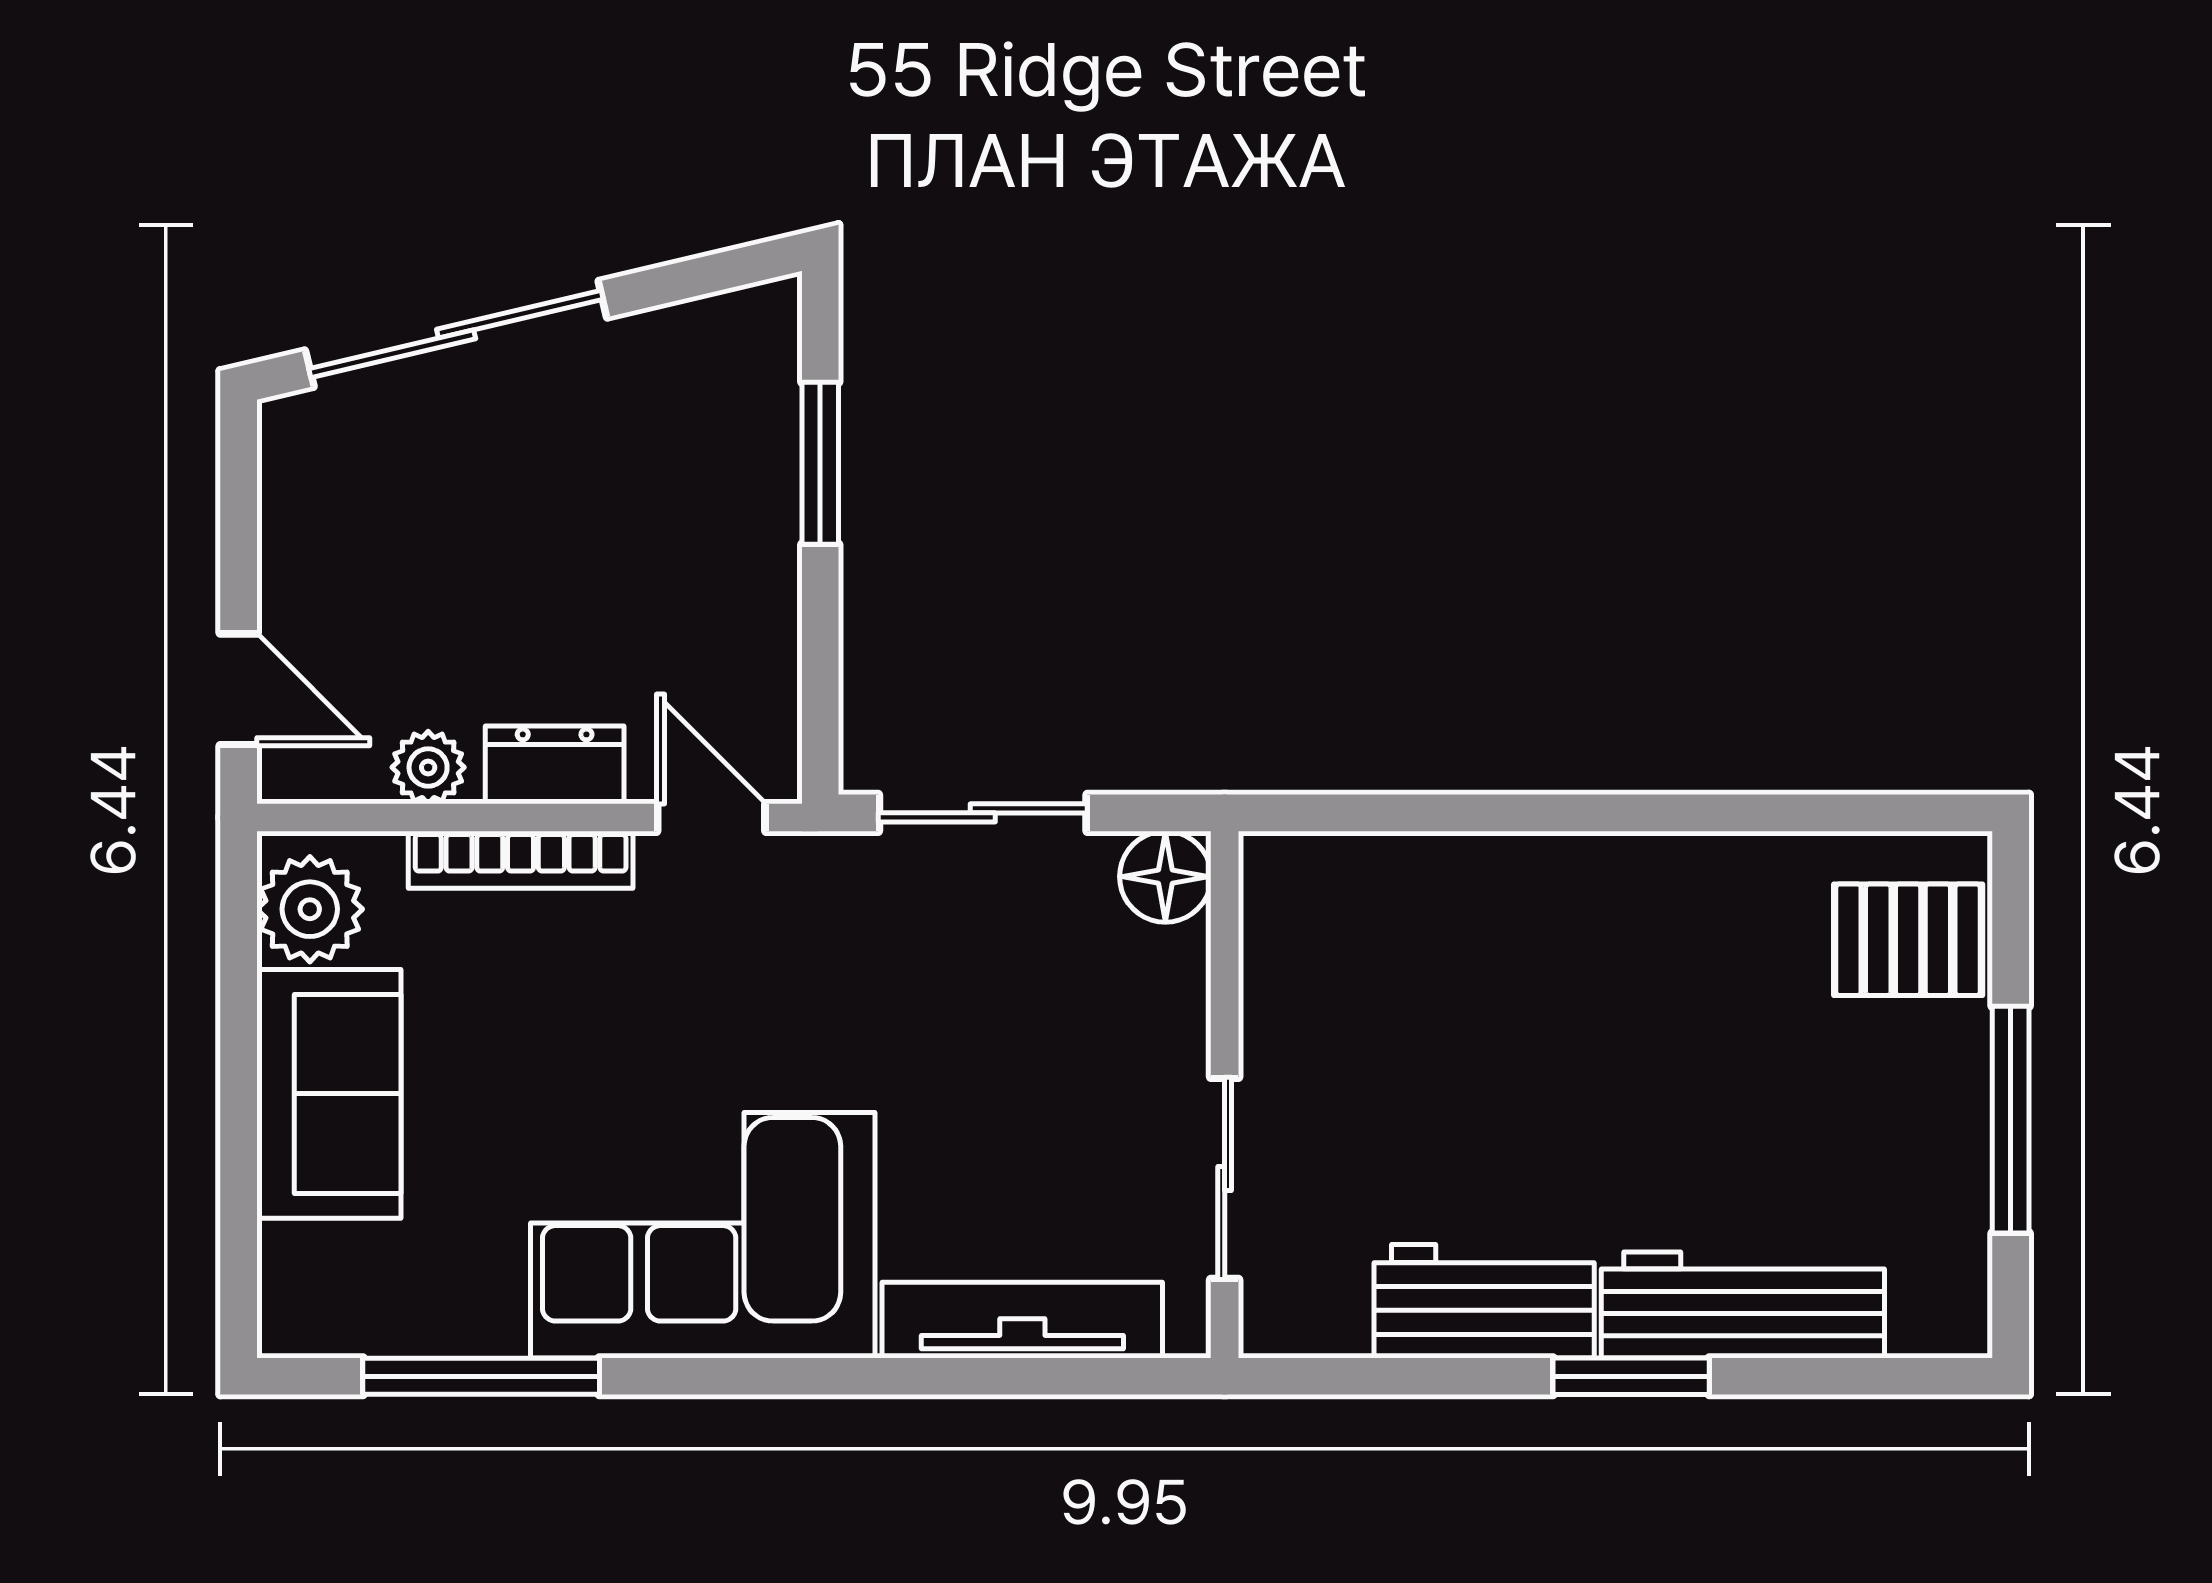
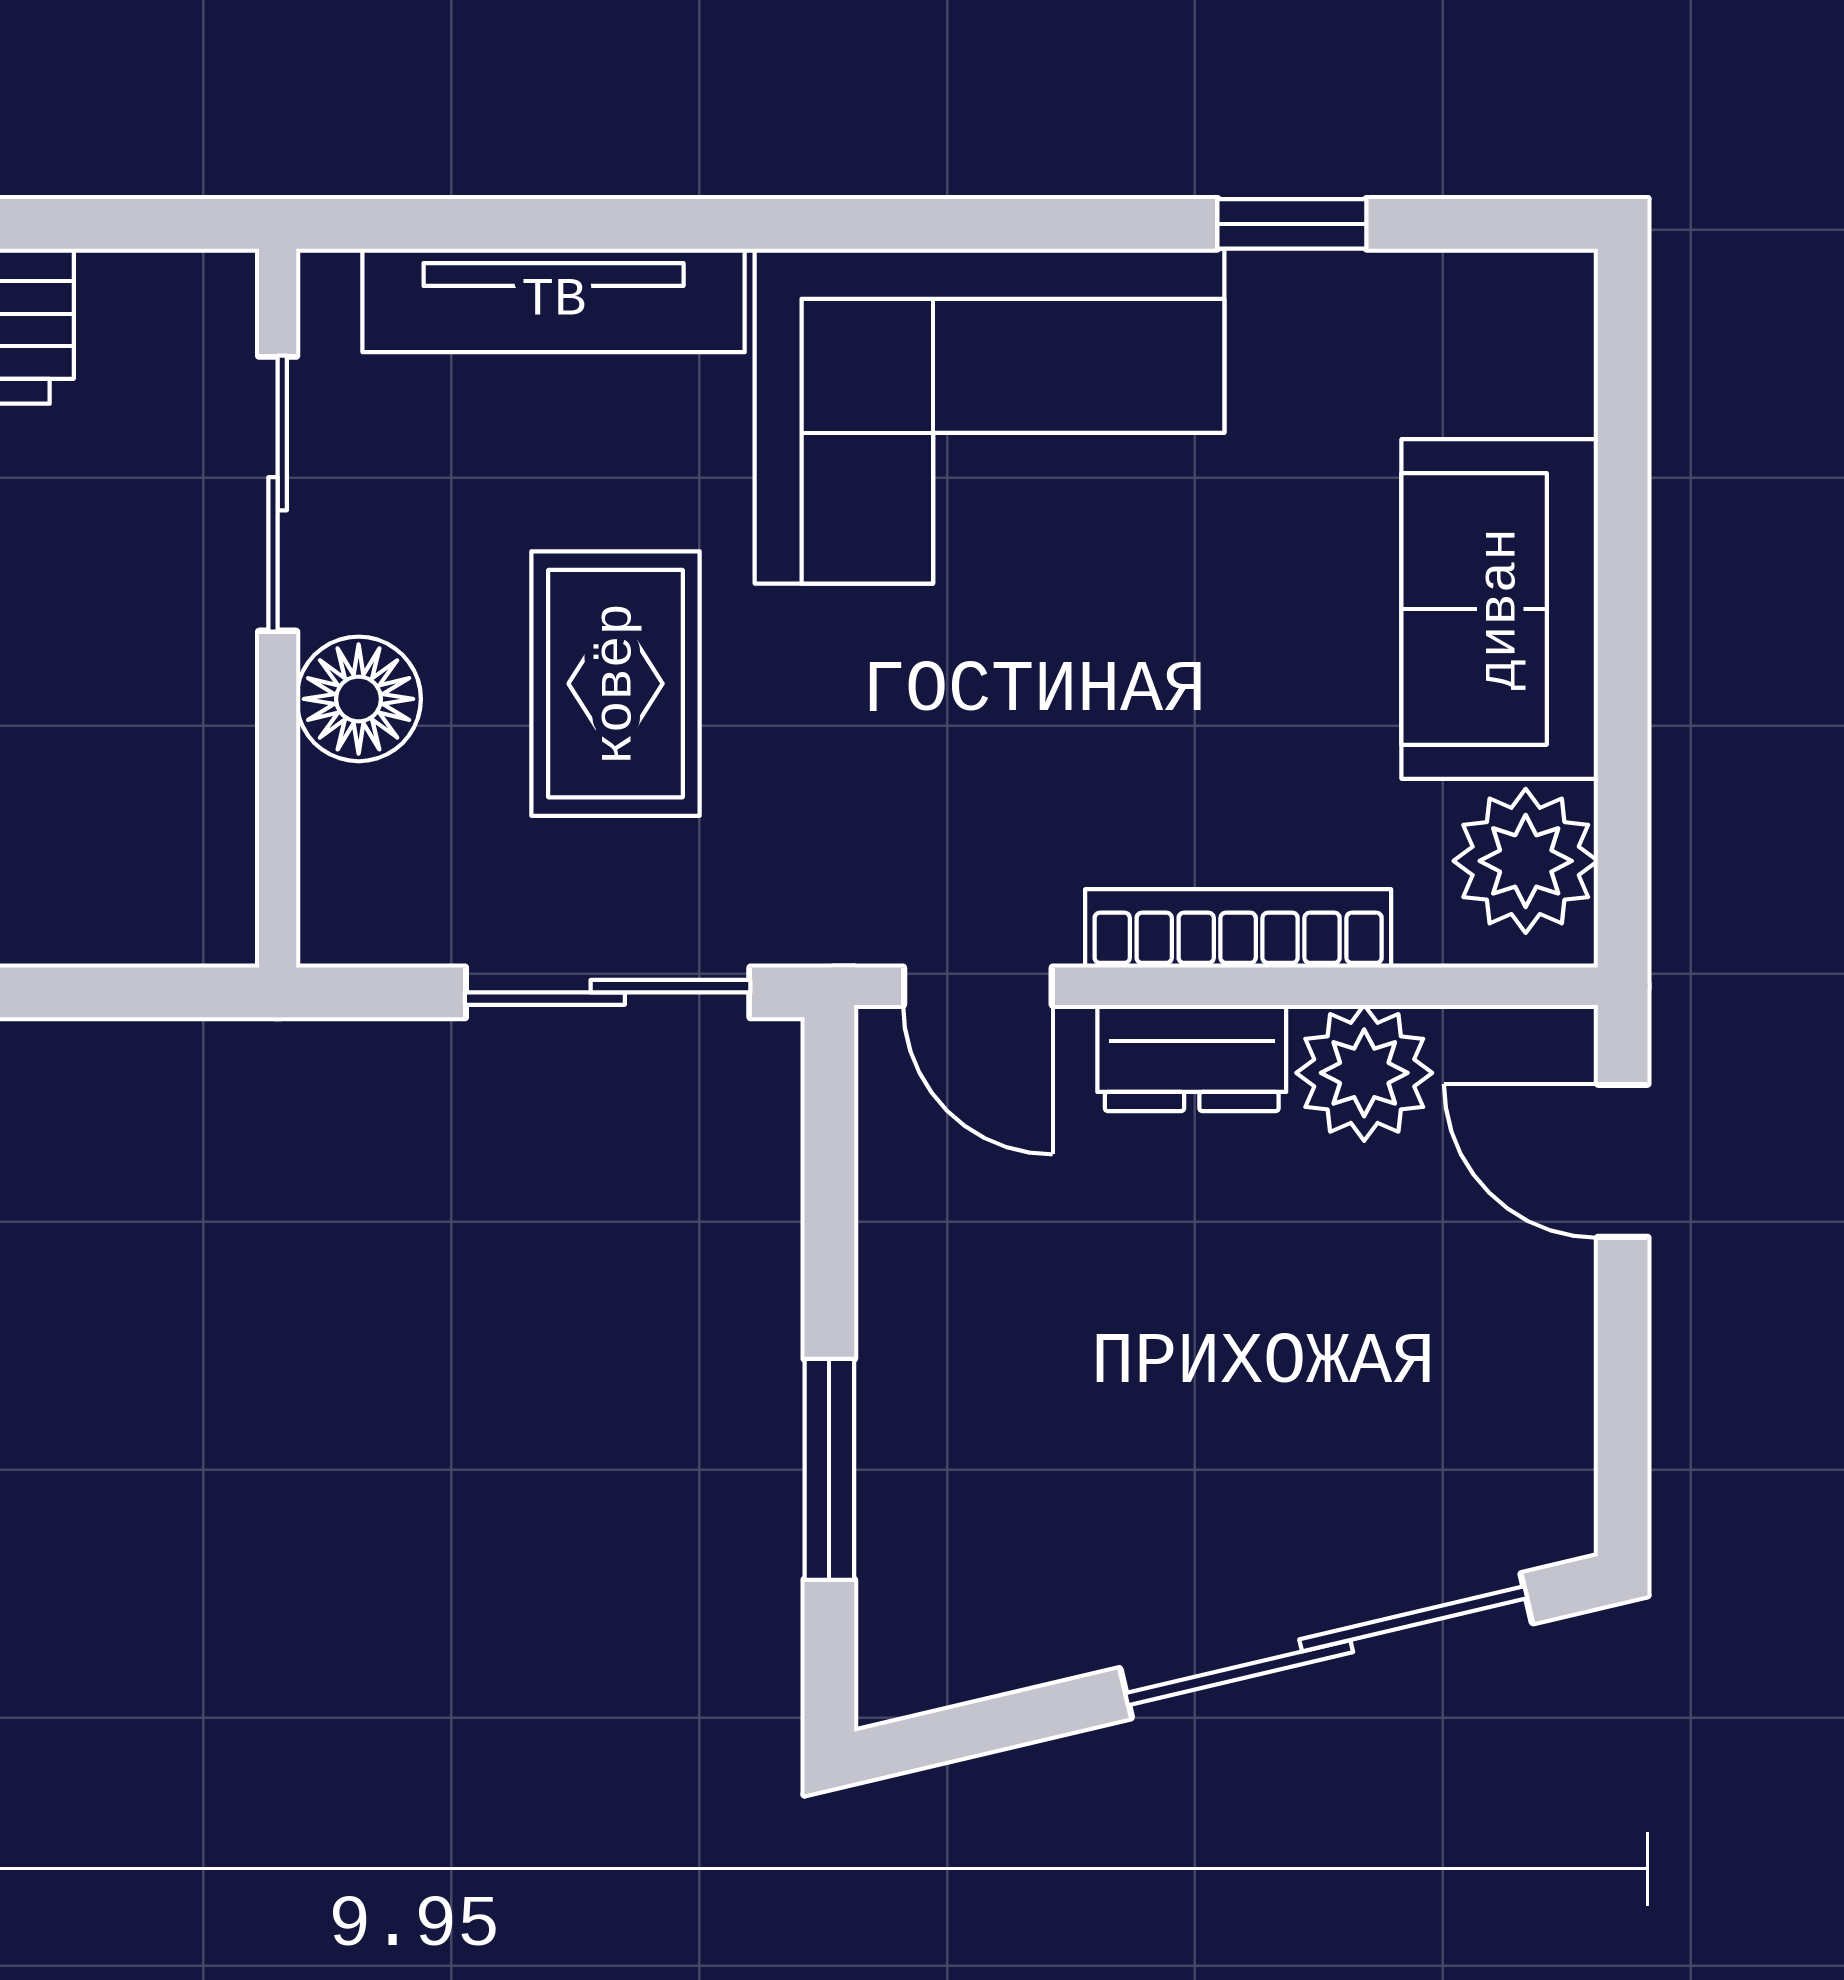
plant: (428, 767) -> (1364, 1073), width x1.38, depth x1.38
floor lamp: (1165, 877) -> (359, 699), moved
rug: (977, 1039) -> (616, 684), added
window: (481, 1376) -> (1292, 224), width x0.46

